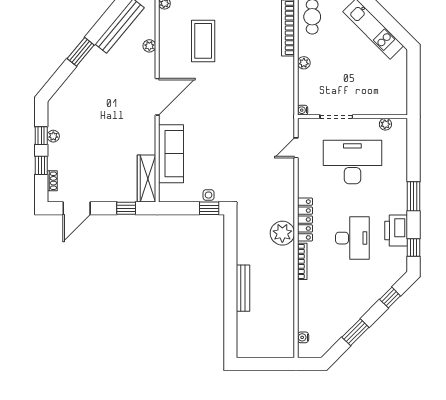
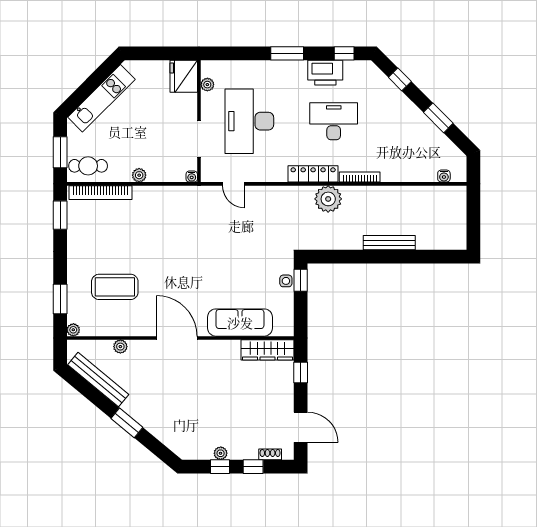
fridge: (393, 103) -> (184, 76), added

